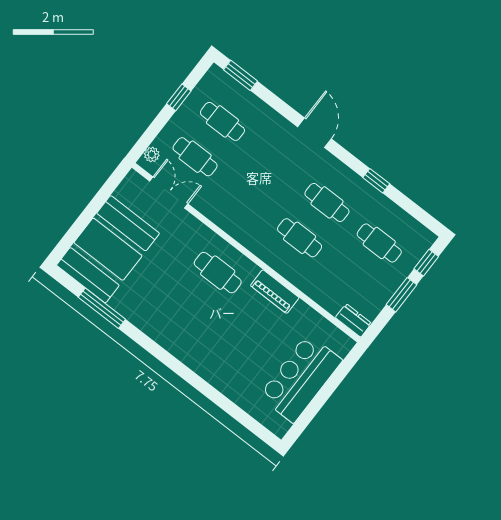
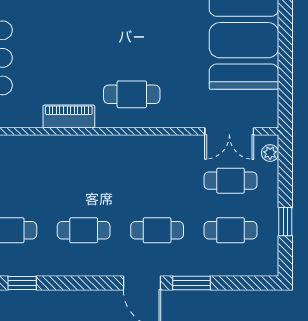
window: (240, 75) -> (191, 283), moved
window: (376, 181) -> (22, 283), moved
cafe table: (300, 238) -> (157, 230), moved

